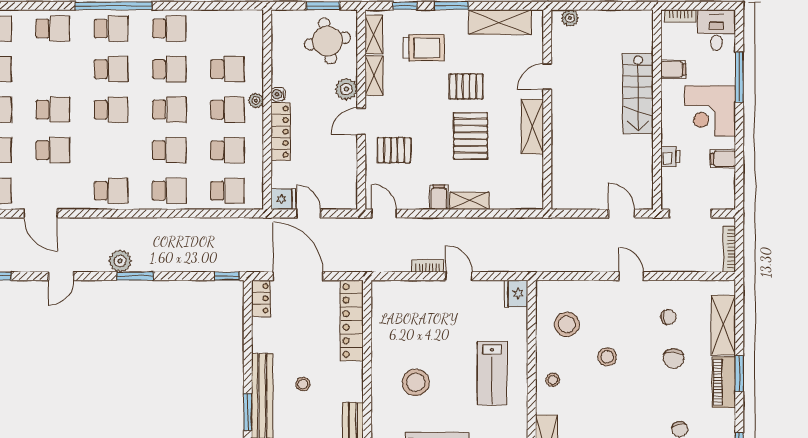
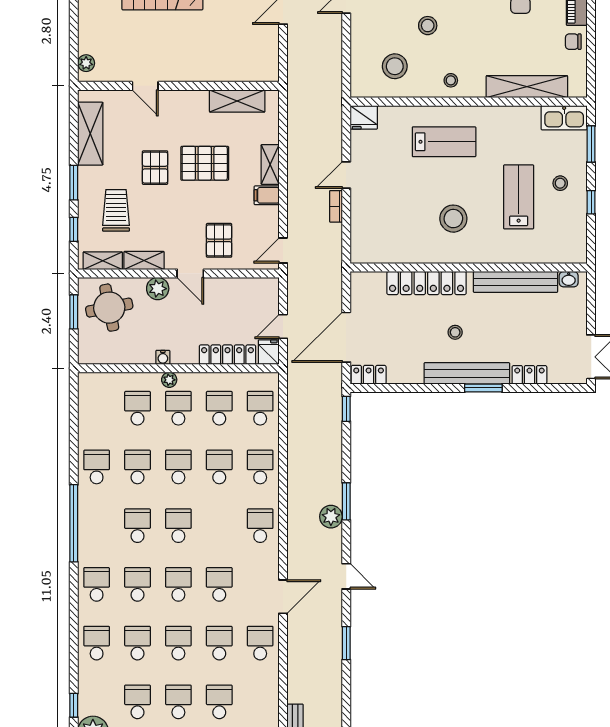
school desk: (111, 29) -> (137, 584), moved
shelving: (532, 127) -> (237, 101), moved
locker: (281, 132) -> (228, 355), moved
locker: (352, 320) -> (427, 283), moved

